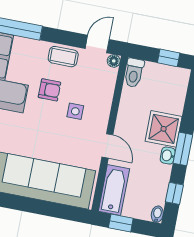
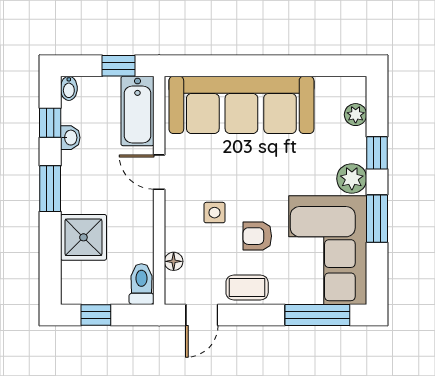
floor lamp: (114, 61) -> (174, 261), moved
shower: (164, 129) -> (83, 237), moved
washbasin: (168, 156) -> (70, 138), moved

